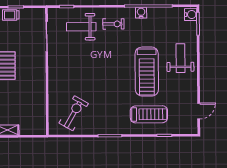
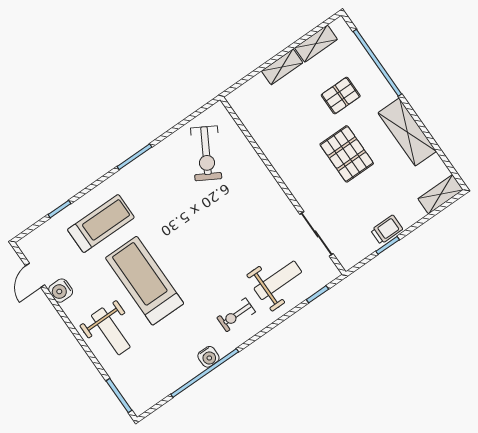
water cooler: (191, 15) -> (61, 291), moved
treadmill: (149, 114) -> (101, 223), turned 180

